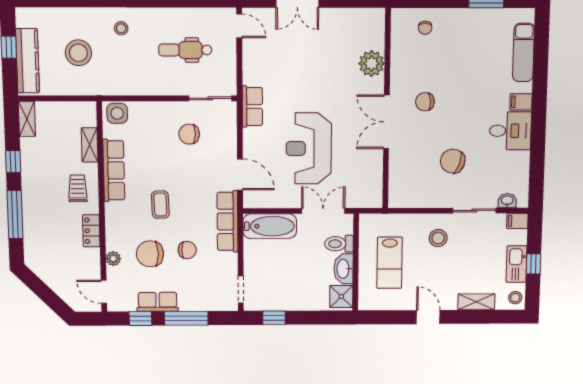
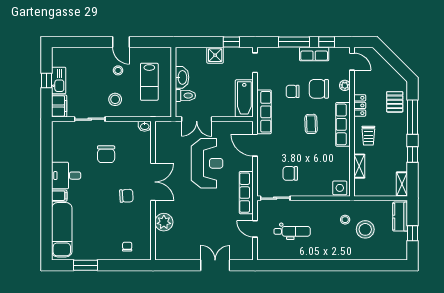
door: (239, 26) -> (255, 229), moved
stool: (121, 28) -> (345, 220), moved
exam couch: (524, 52) -> (62, 230), width x1.36, depth x1.45
kitchen counter: (28, 61) -> (400, 217), width x0.67
row of seats: (252, 106) -> (246, 193), width x1.48
chair: (189, 134) -> (290, 173), turned 180
chair: (453, 161) -> (106, 154), turned 71
row of seats: (114, 170) -> (343, 124), moved
washbasin: (507, 201) -> (145, 126), moved
filing cabinet: (517, 221) -> (59, 106), width x2.00
bathtub: (270, 226) -> (244, 98), moved, turned -90
pallet: (41, 236) -> (395, 102), added
chair: (150, 254) -> (319, 89), turned 180
lab bench: (390, 263) -> (149, 82), turned 180
shower: (341, 296) -> (215, 55), moved
stool: (515, 298) -> (118, 70), moved
shelving: (476, 302) -> (87, 53), removed

